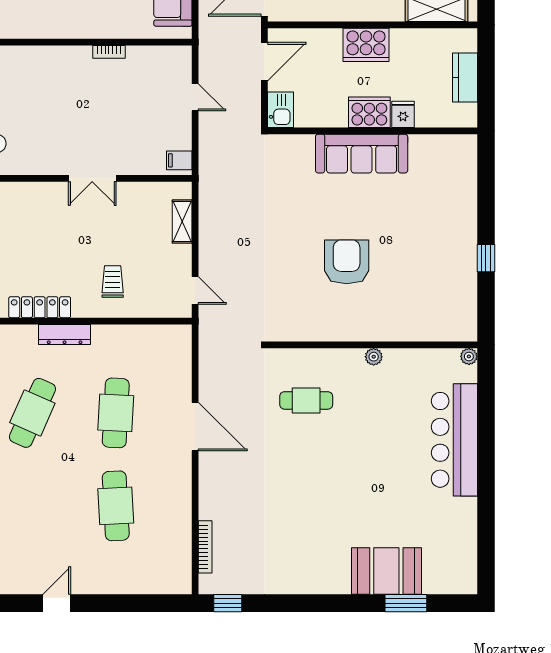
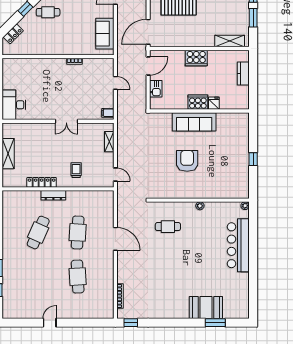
cooker: (369, 112) -> (198, 102), moved
fridge: (403, 114) -> (214, 103), moved
wall: (372, 131) -> (199, 111), moved
sofa: (362, 154) -> (194, 122), moved

